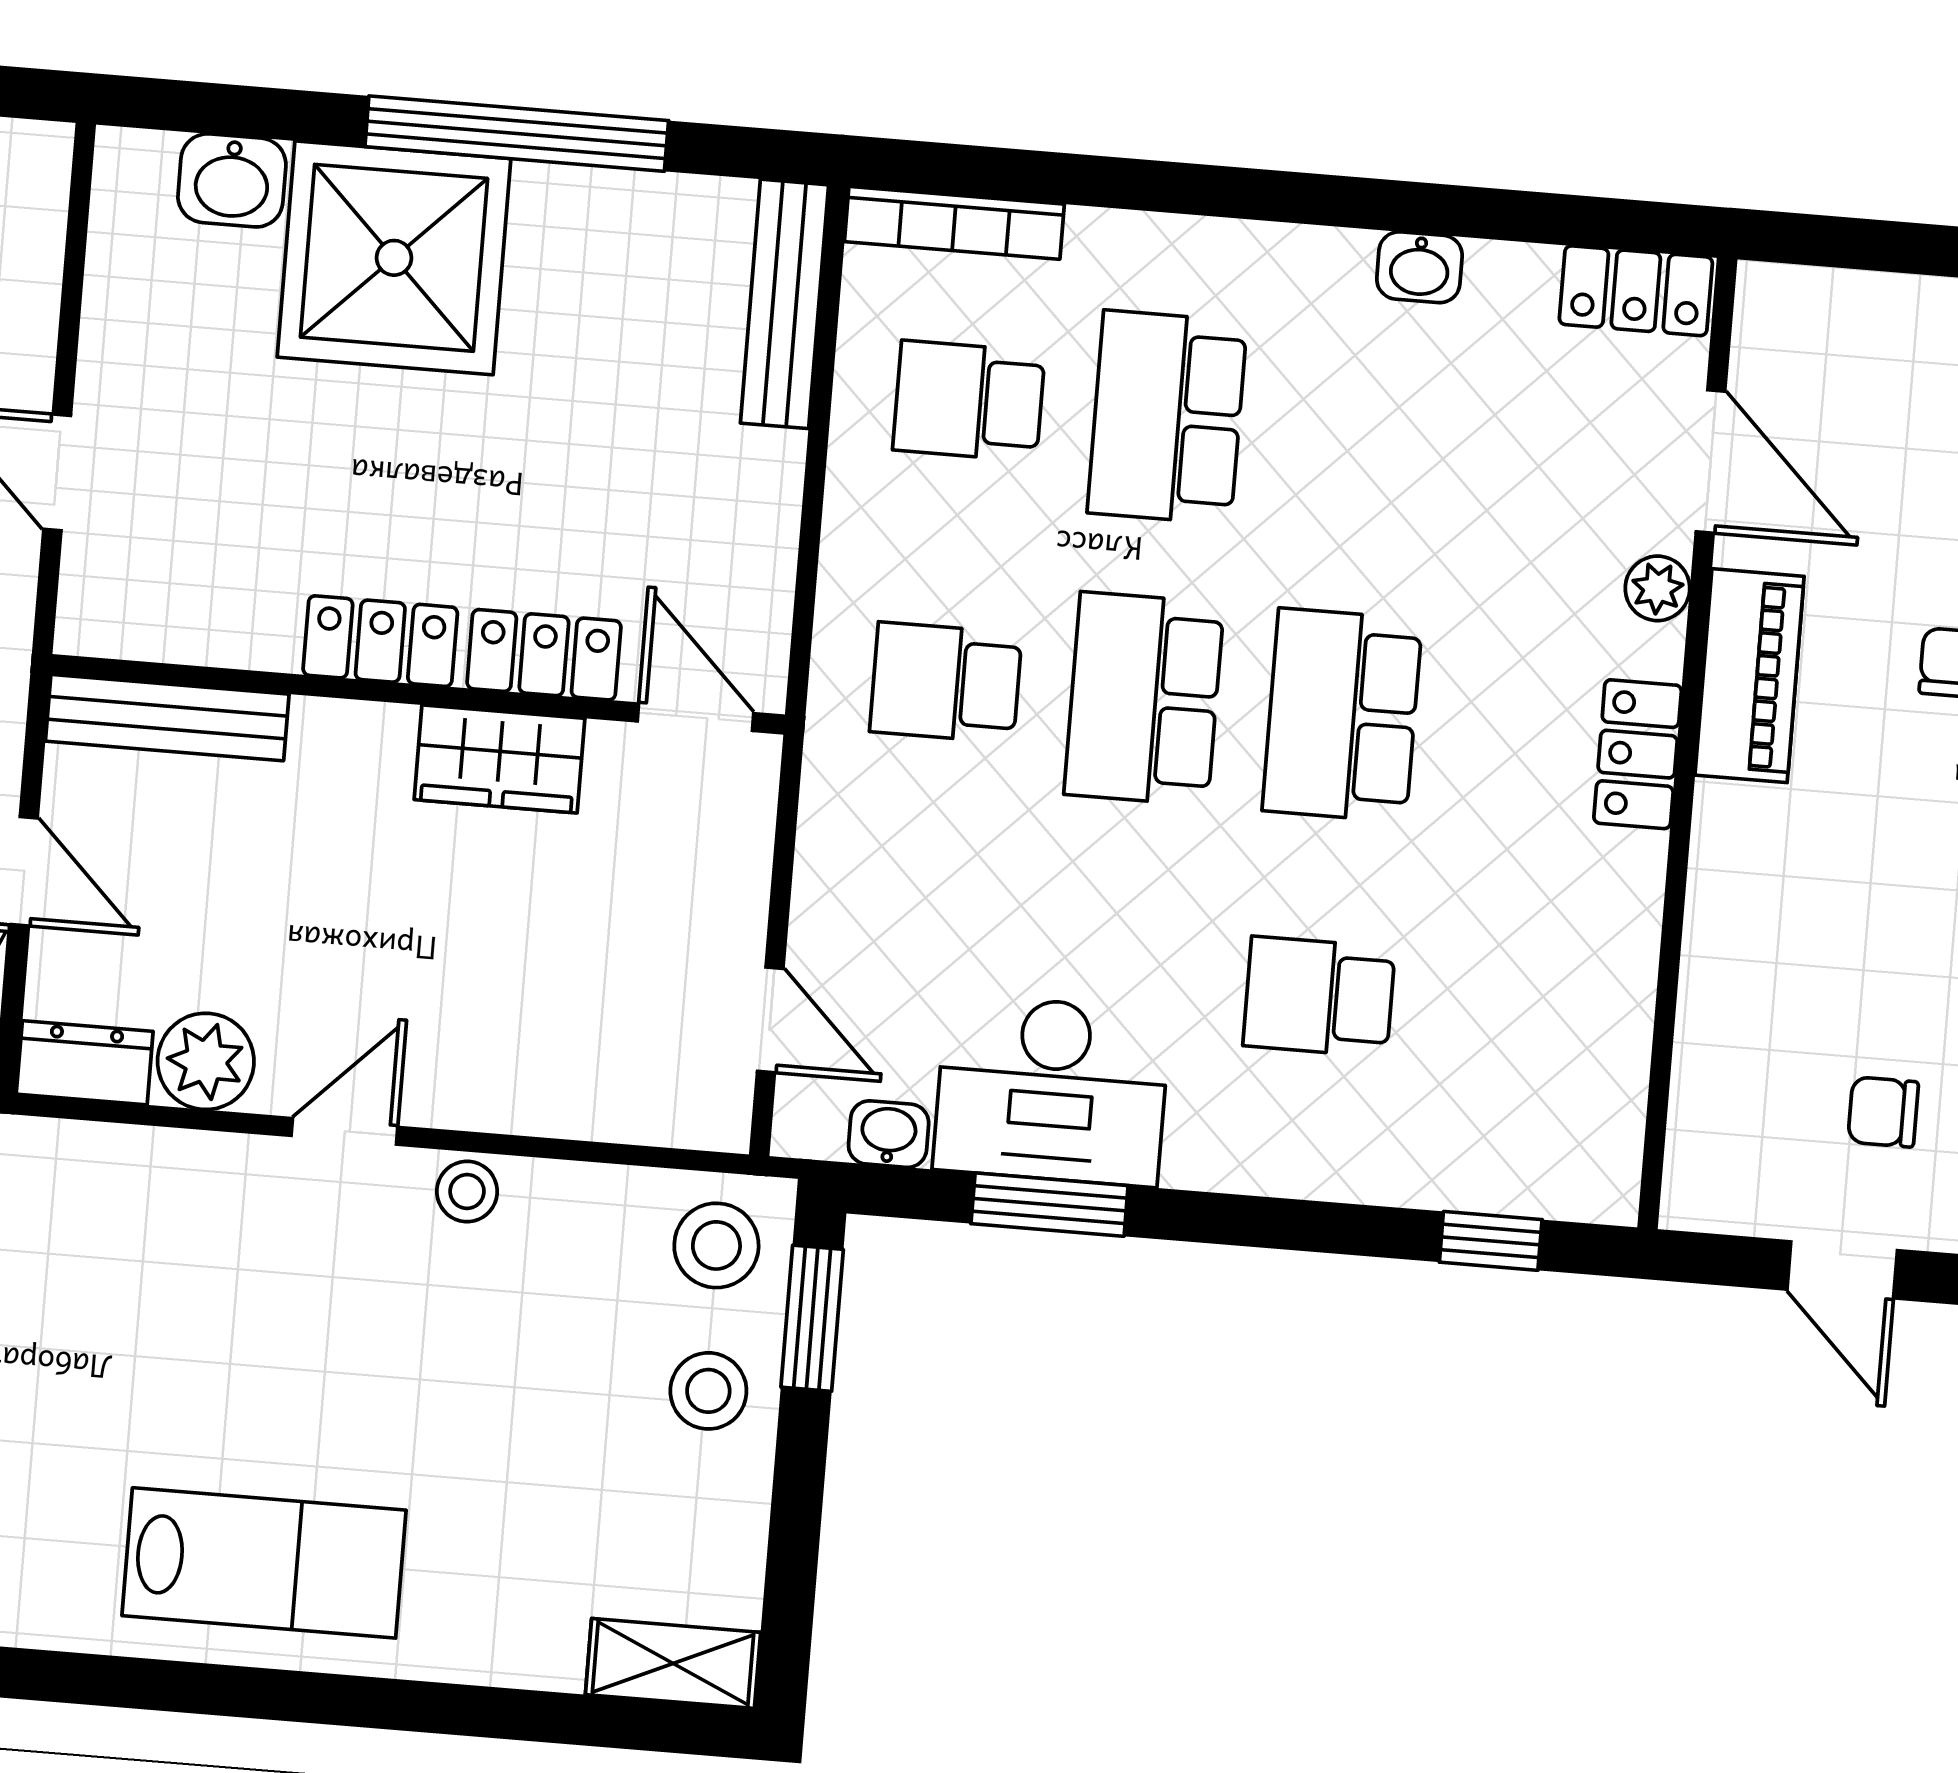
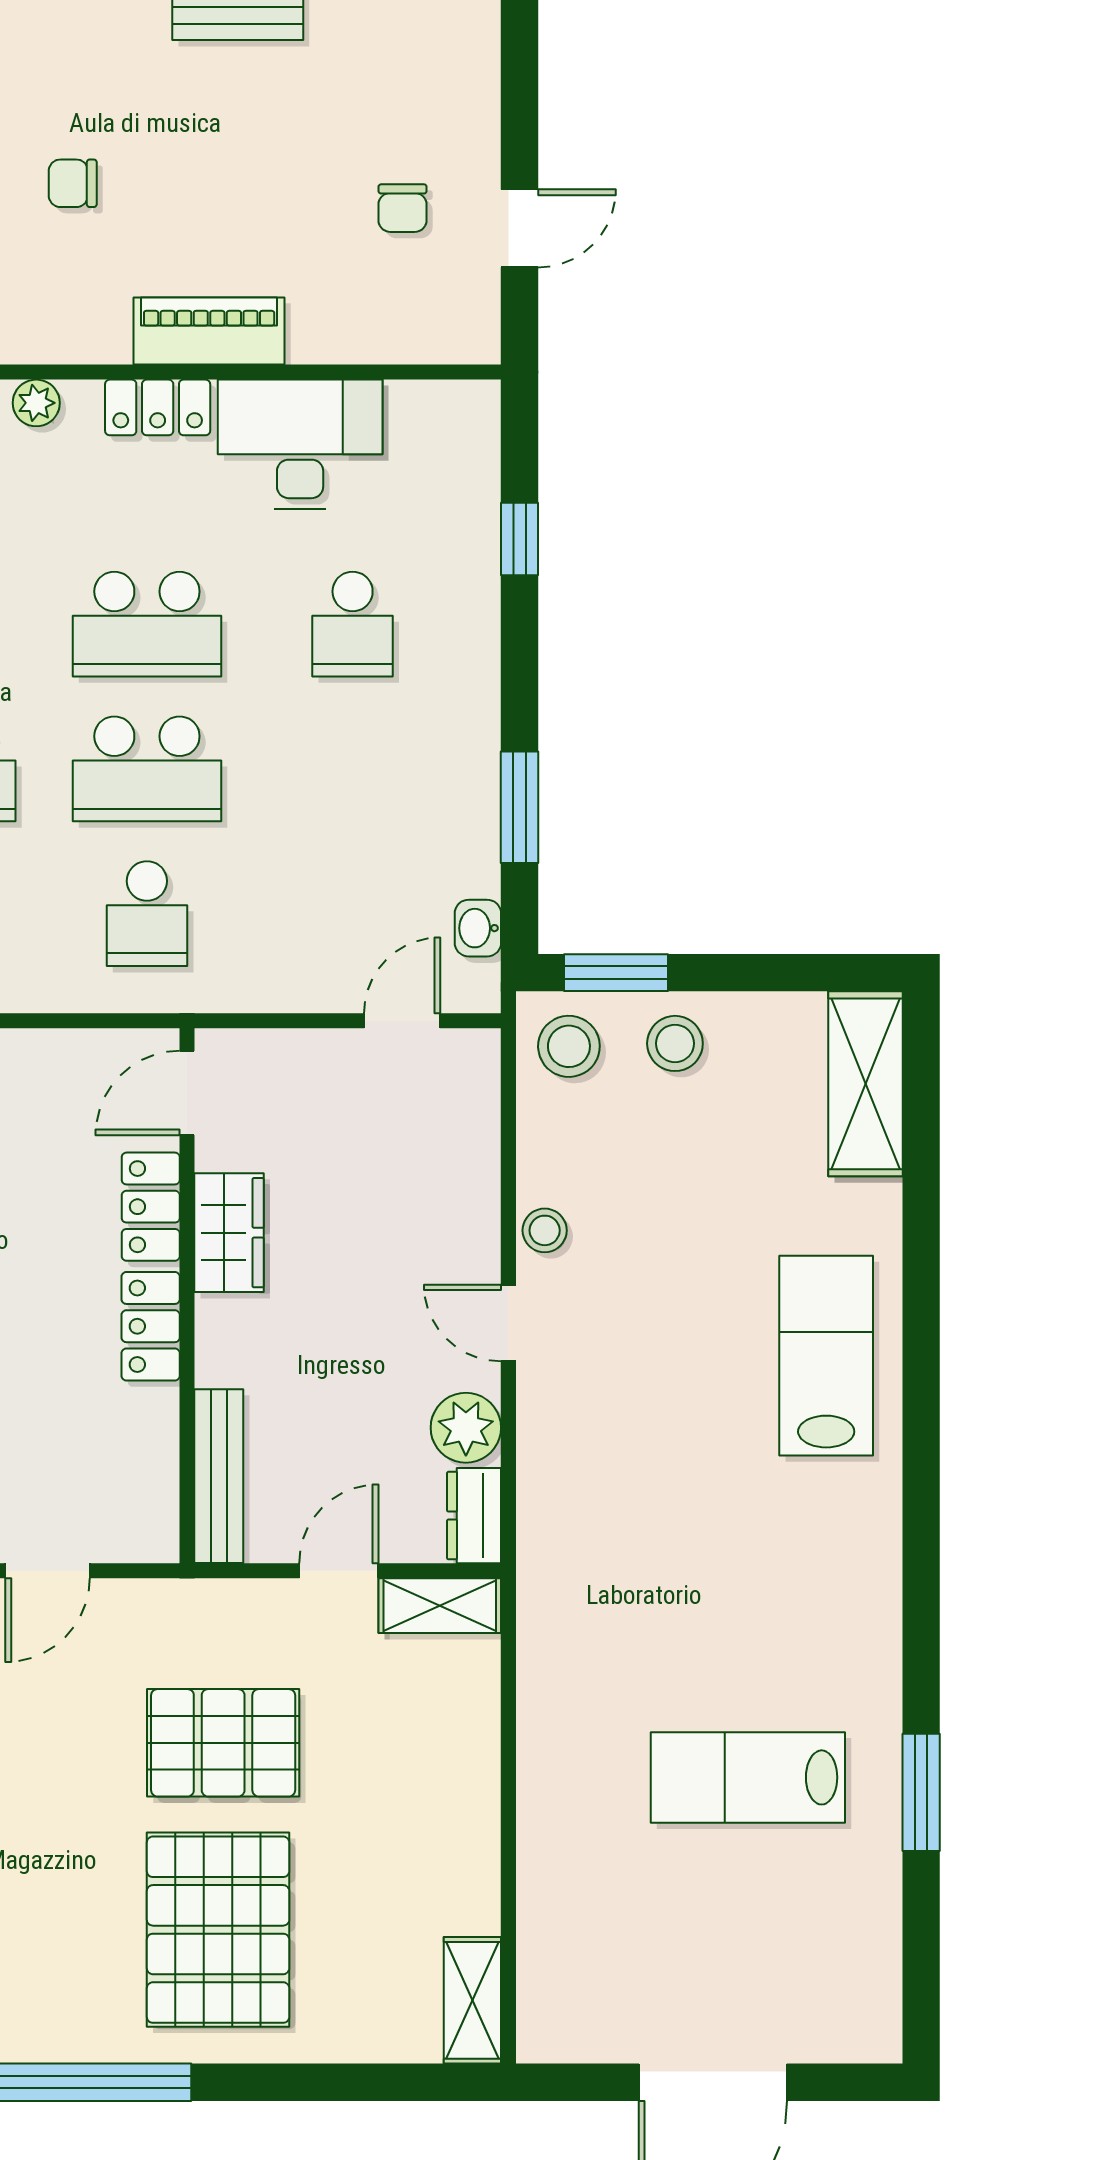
piano: (1750, 676) -> (209, 331), moved
desk: (1052, 1090) -> (300, 444), moved, turned -90
window: (1491, 1241) -> (519, 539), moved
shelving: (673, 1663) -> (865, 1084), width x1.50, depth x1.33

